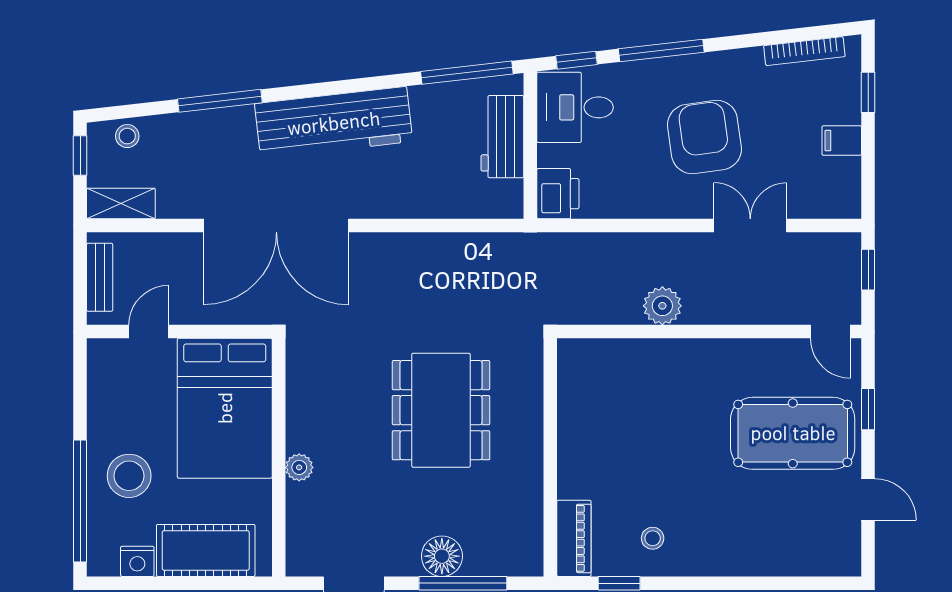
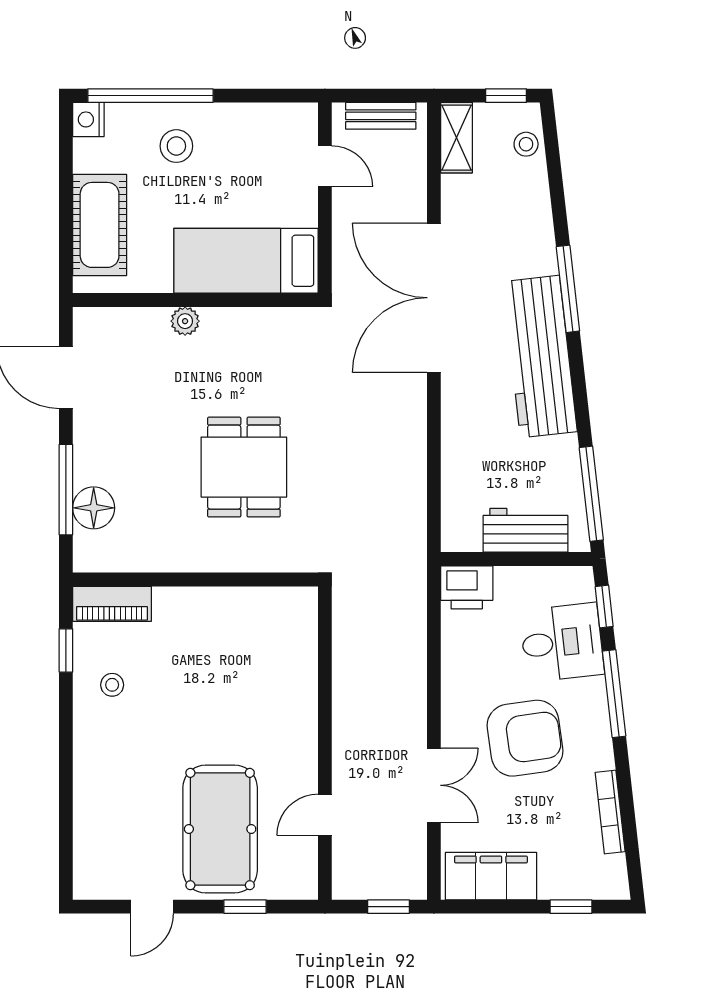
bookcase: (804, 51) -> (610, 812), moved
window: (220, 101) -> (568, 289), moved
desk: (575, 107) -> (562, 642), moved, turned 83
filing cabinet: (842, 141) -> (491, 876), width x3.00, depth x1.17
plant: (662, 306) -> (351, 695), removed
door: (830, 332) -> (325, 815), moved
bed: (225, 408) -> (246, 261), width x0.67
dining table: (441, 410) -> (244, 467), width x0.73
stool: (129, 476) -> (176, 146), width x0.73, depth x0.73
floor lamp: (442, 556) -> (94, 508), moved
nightstand: (137, 561) -> (88, 119), moved

